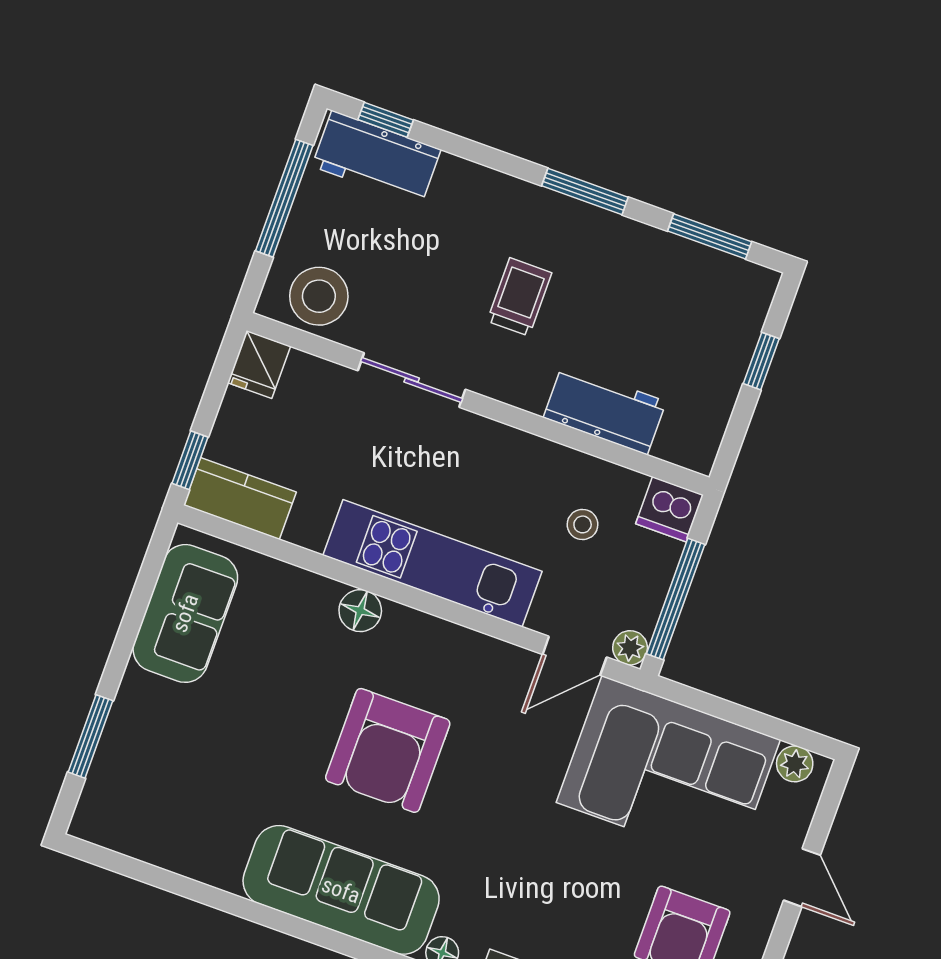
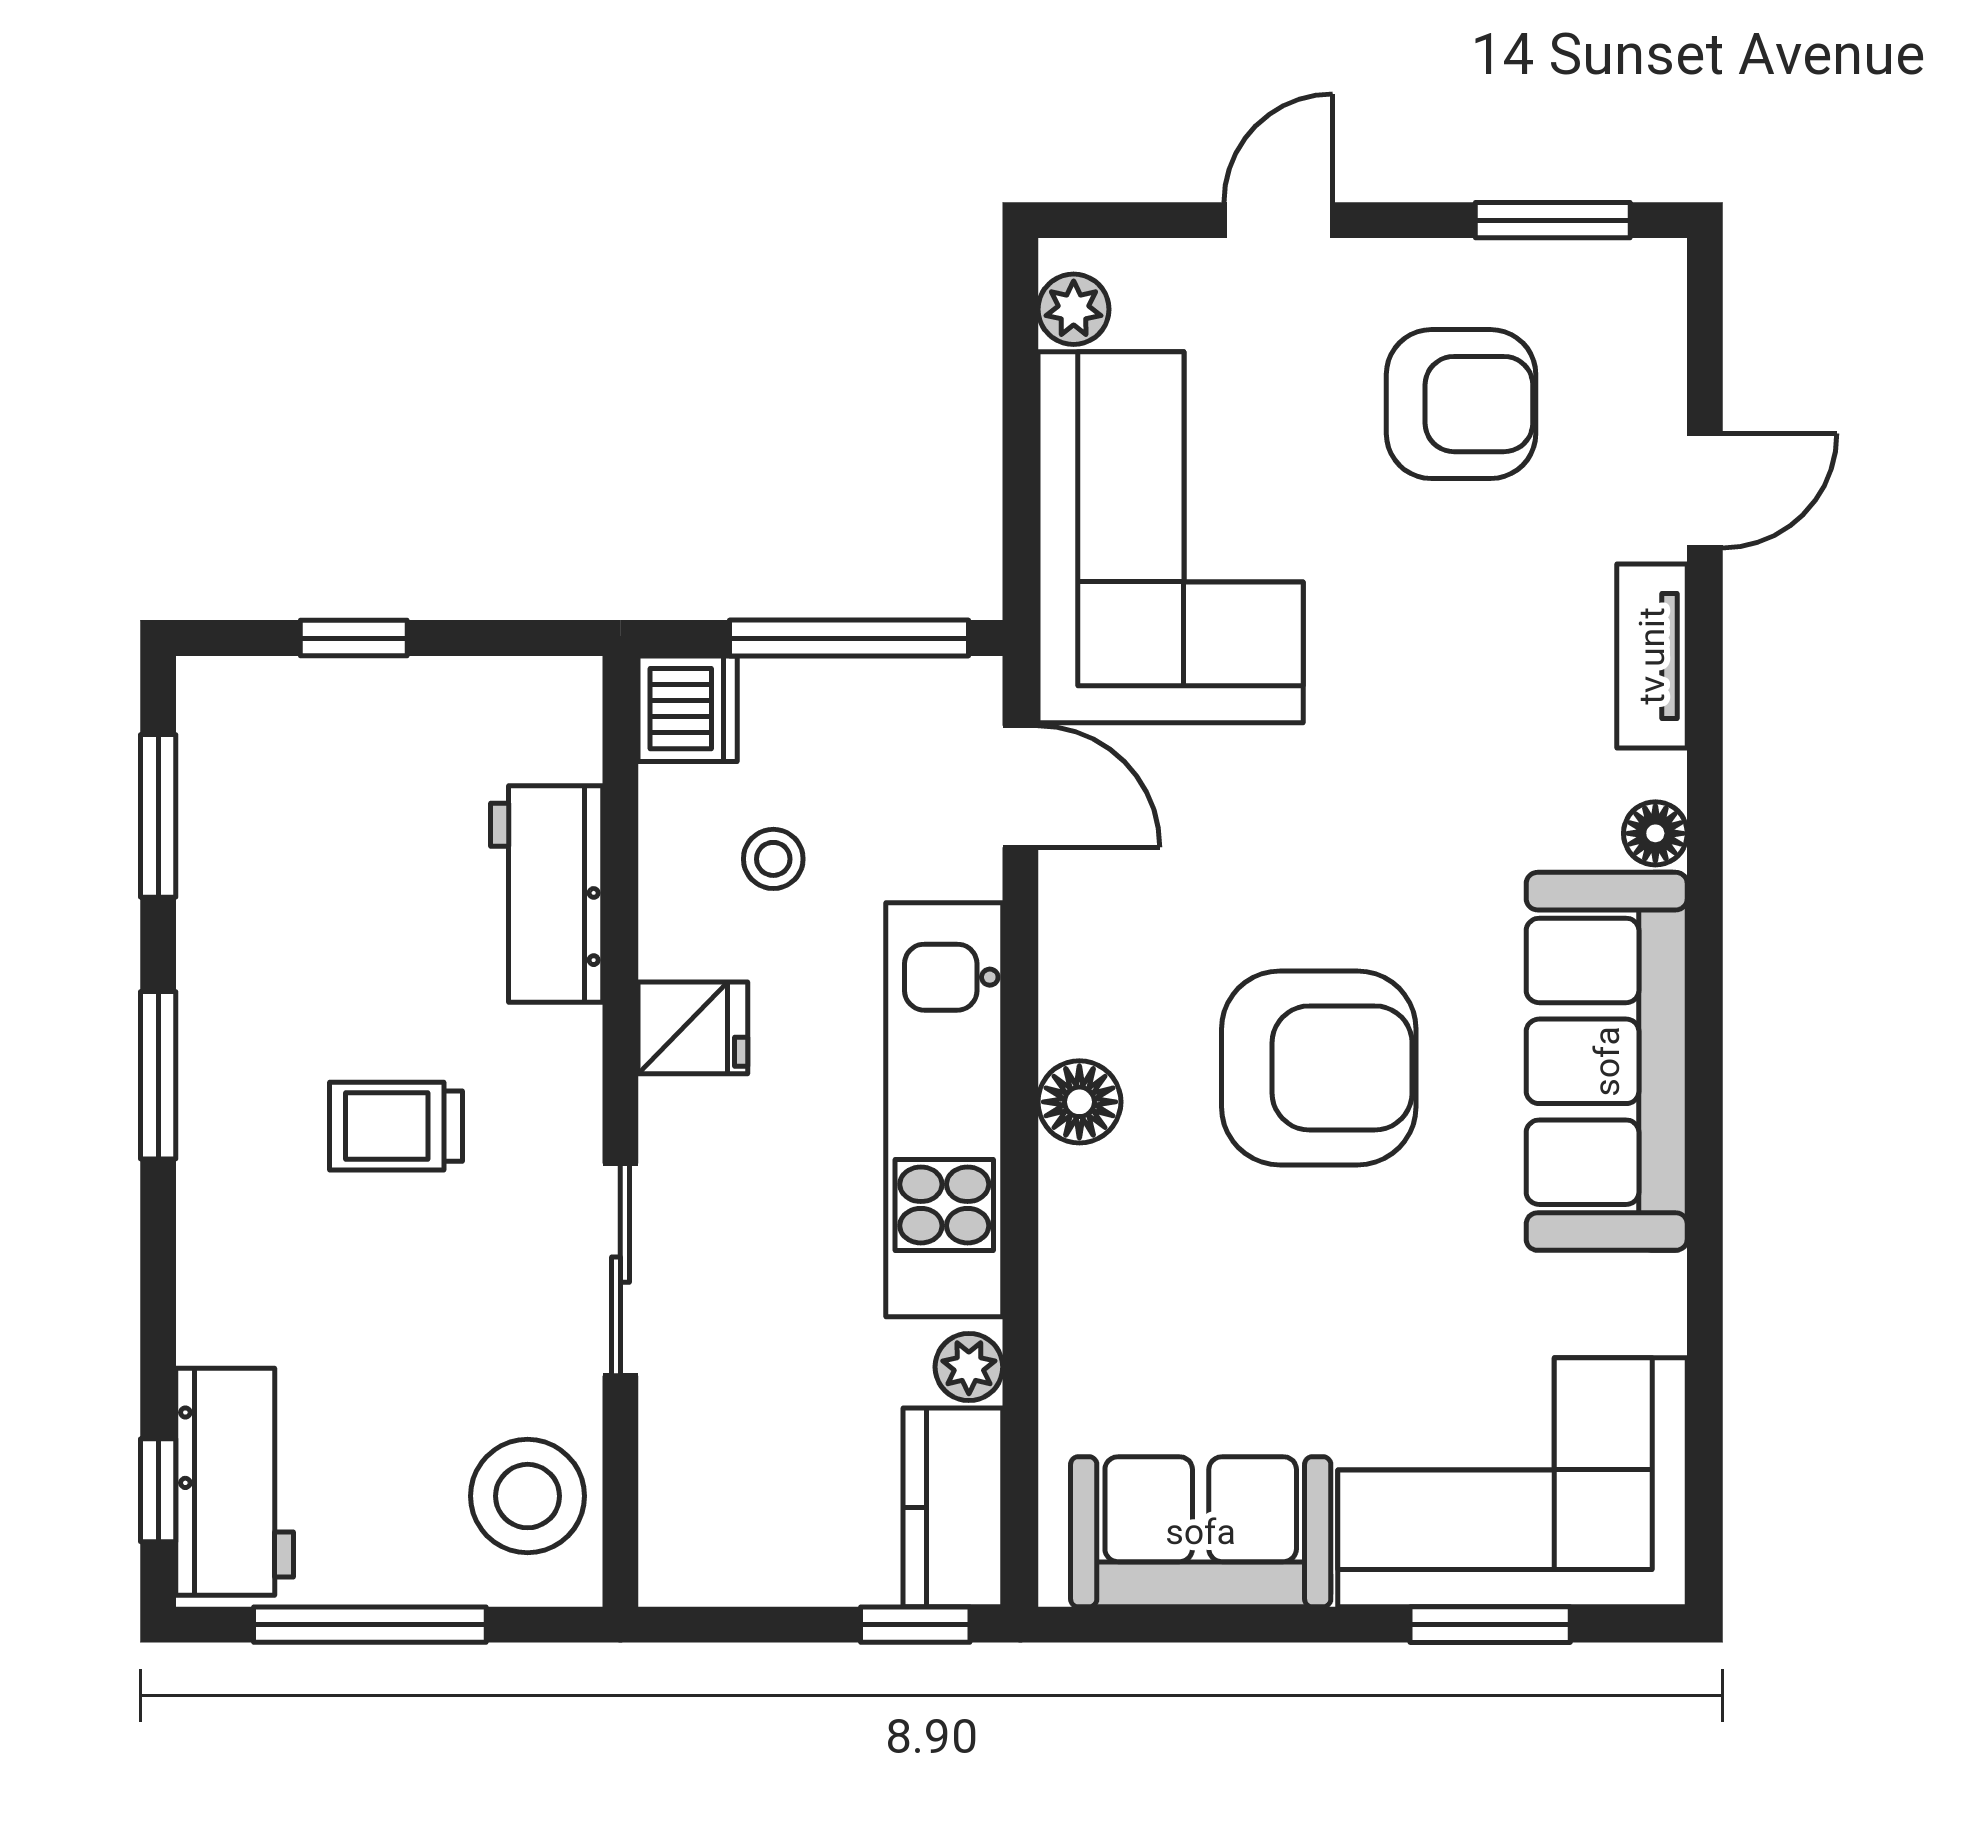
fridge: (259, 364) -> (693, 1028), moved
floor lamp: (360, 611) -> (1079, 1102), moved
plant: (630, 648) -> (969, 1367), moved
corner sofa: (155, 772) -> (1512, 1482), added

